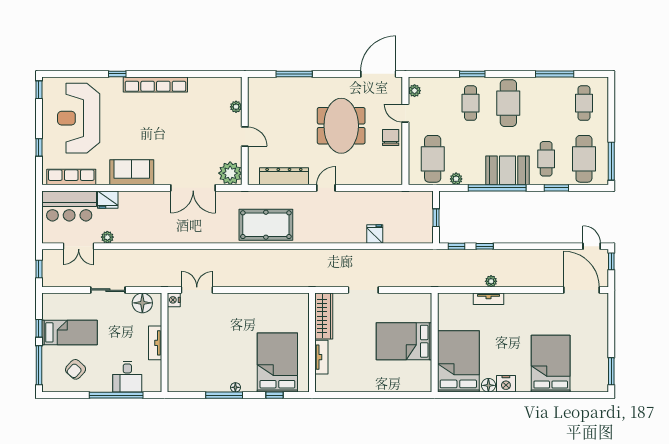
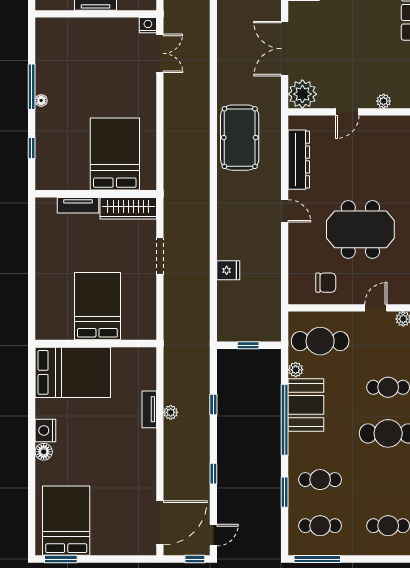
chair: (391, 137) -> (326, 283), moved
cafe table: (584, 159) -> (320, 526), width x0.73, depth x0.74
booth: (508, 170) -> (306, 405), moved
window: (456, 246) -> (213, 474), moved
bed: (277, 363) -> (115, 154), moved, turned -90
bed: (551, 364) -> (66, 521), moved, turned -90
floor lamp: (488, 385) -> (44, 452), moved

